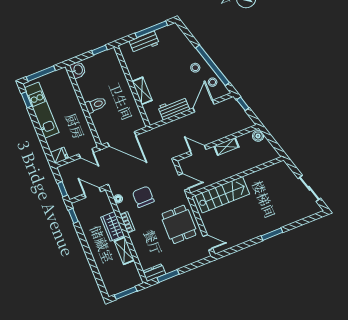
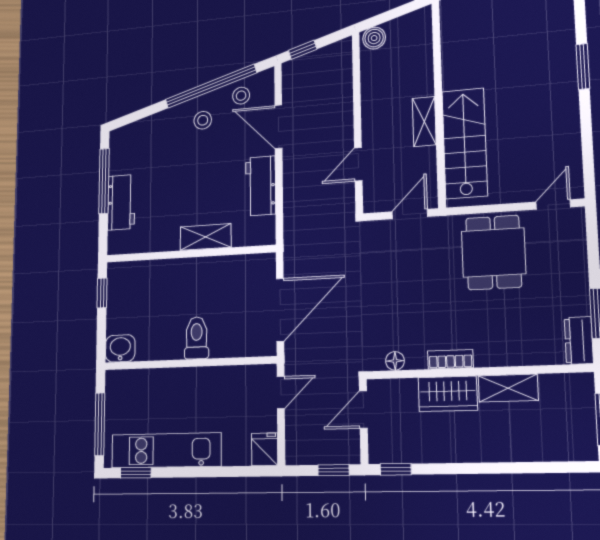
shelving: (226, 147) -> (424, 122), moved
chair: (143, 197) -> (410, 307), removed
dining table: (179, 224) -> (494, 253), turned 90

